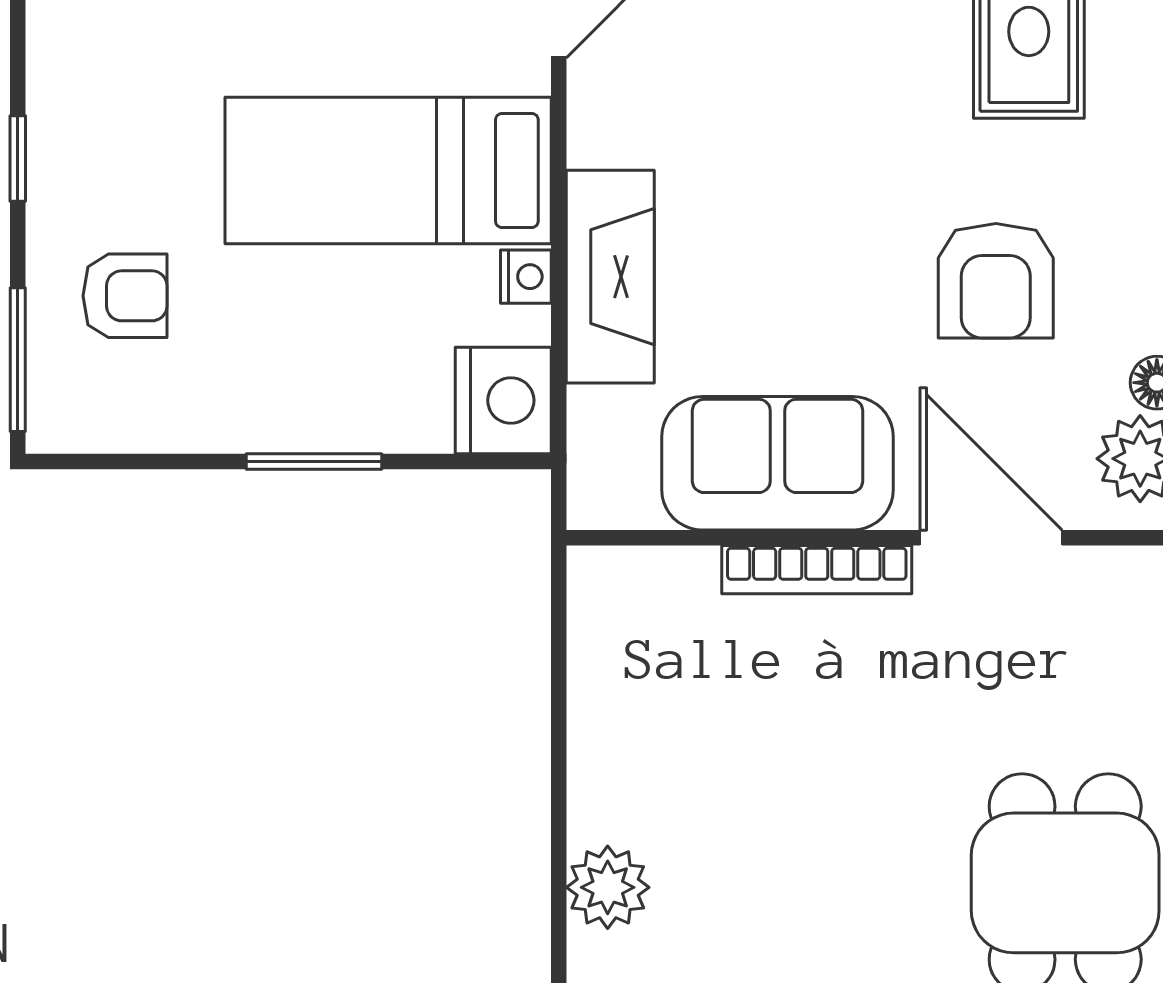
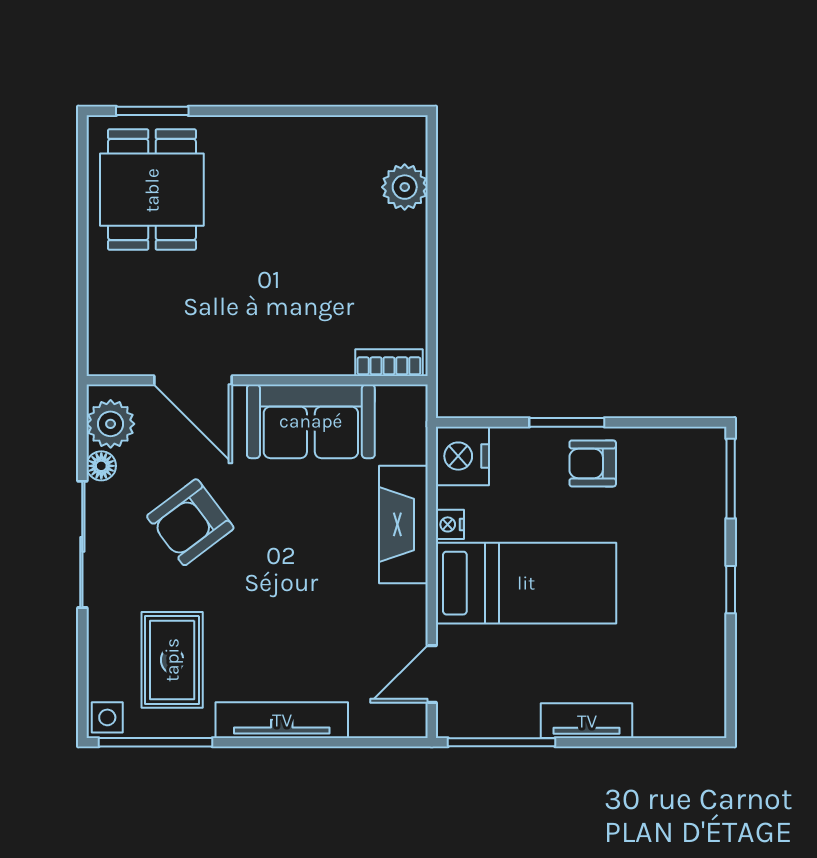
armchair: (996, 281) -> (190, 522), turned -127
armchair: (125, 296) -> (593, 463), moved
bookcase: (817, 570) -> (389, 363), moved, width x0.64

